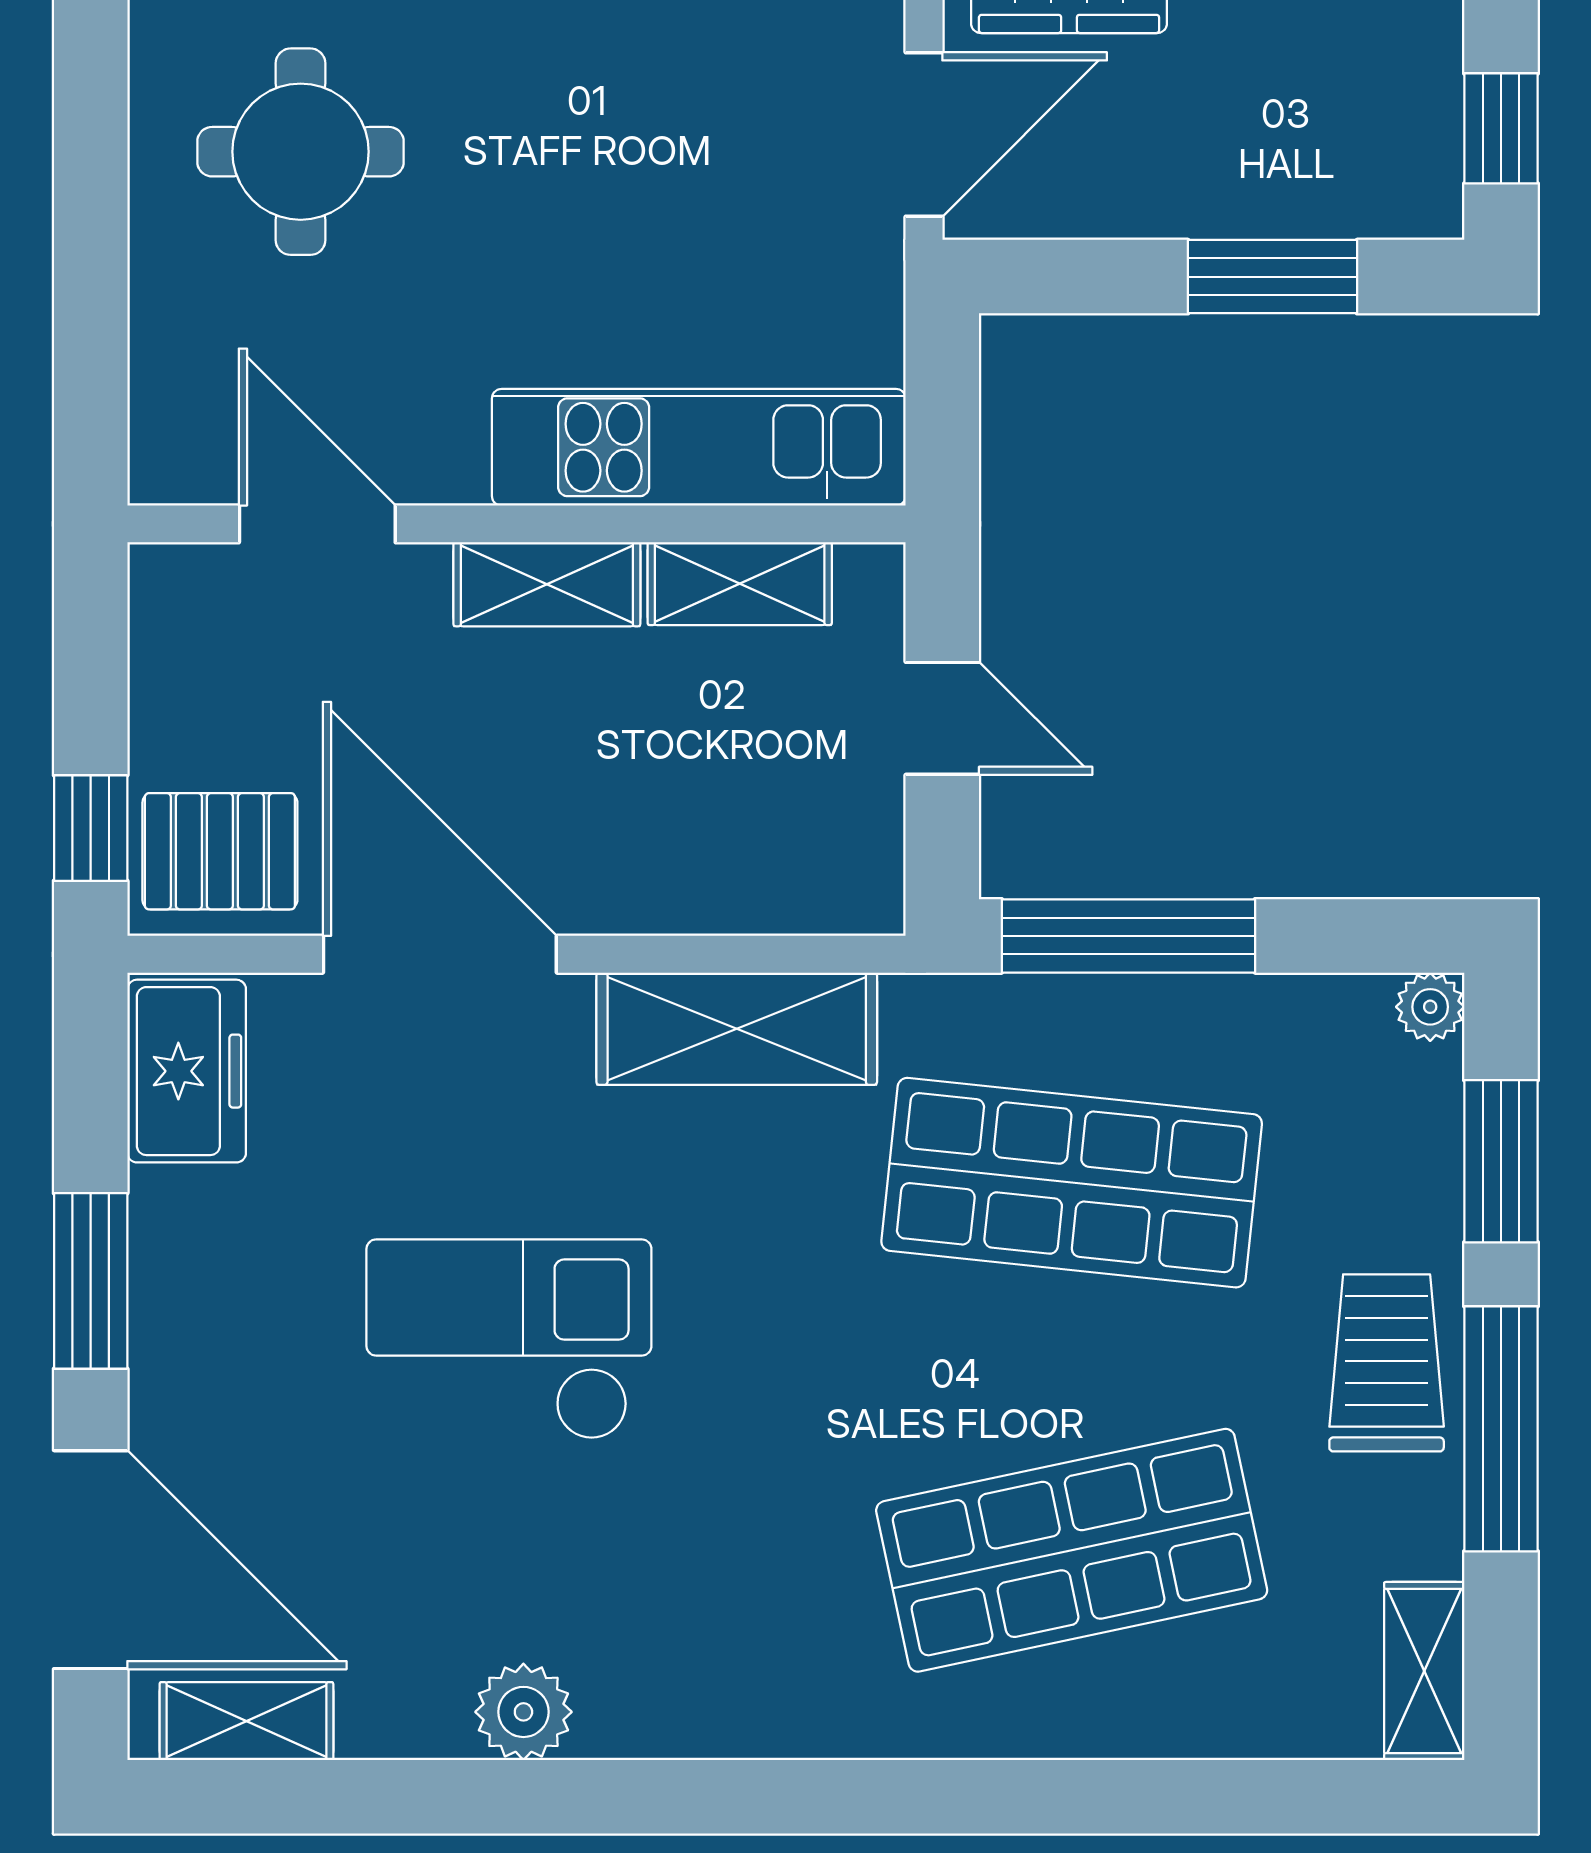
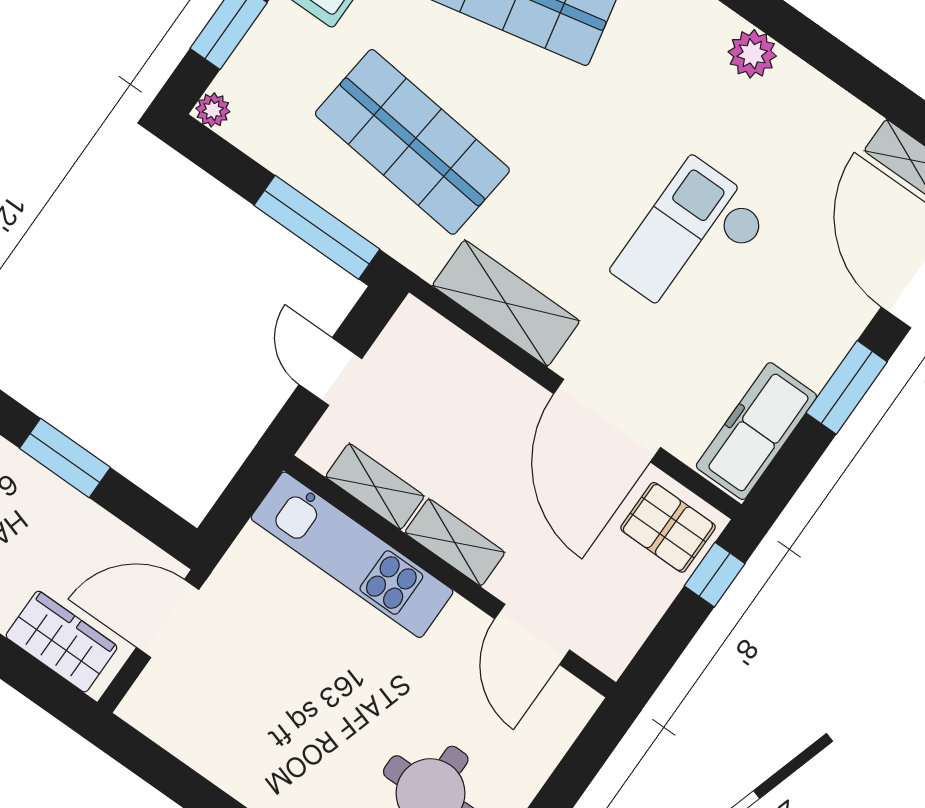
freezer: (187, 1071) -> (756, 431), width x1.40
checkout: (509, 1340) -> (691, 241), turned 90
plant: (523, 1712) -> (752, 54), moved

